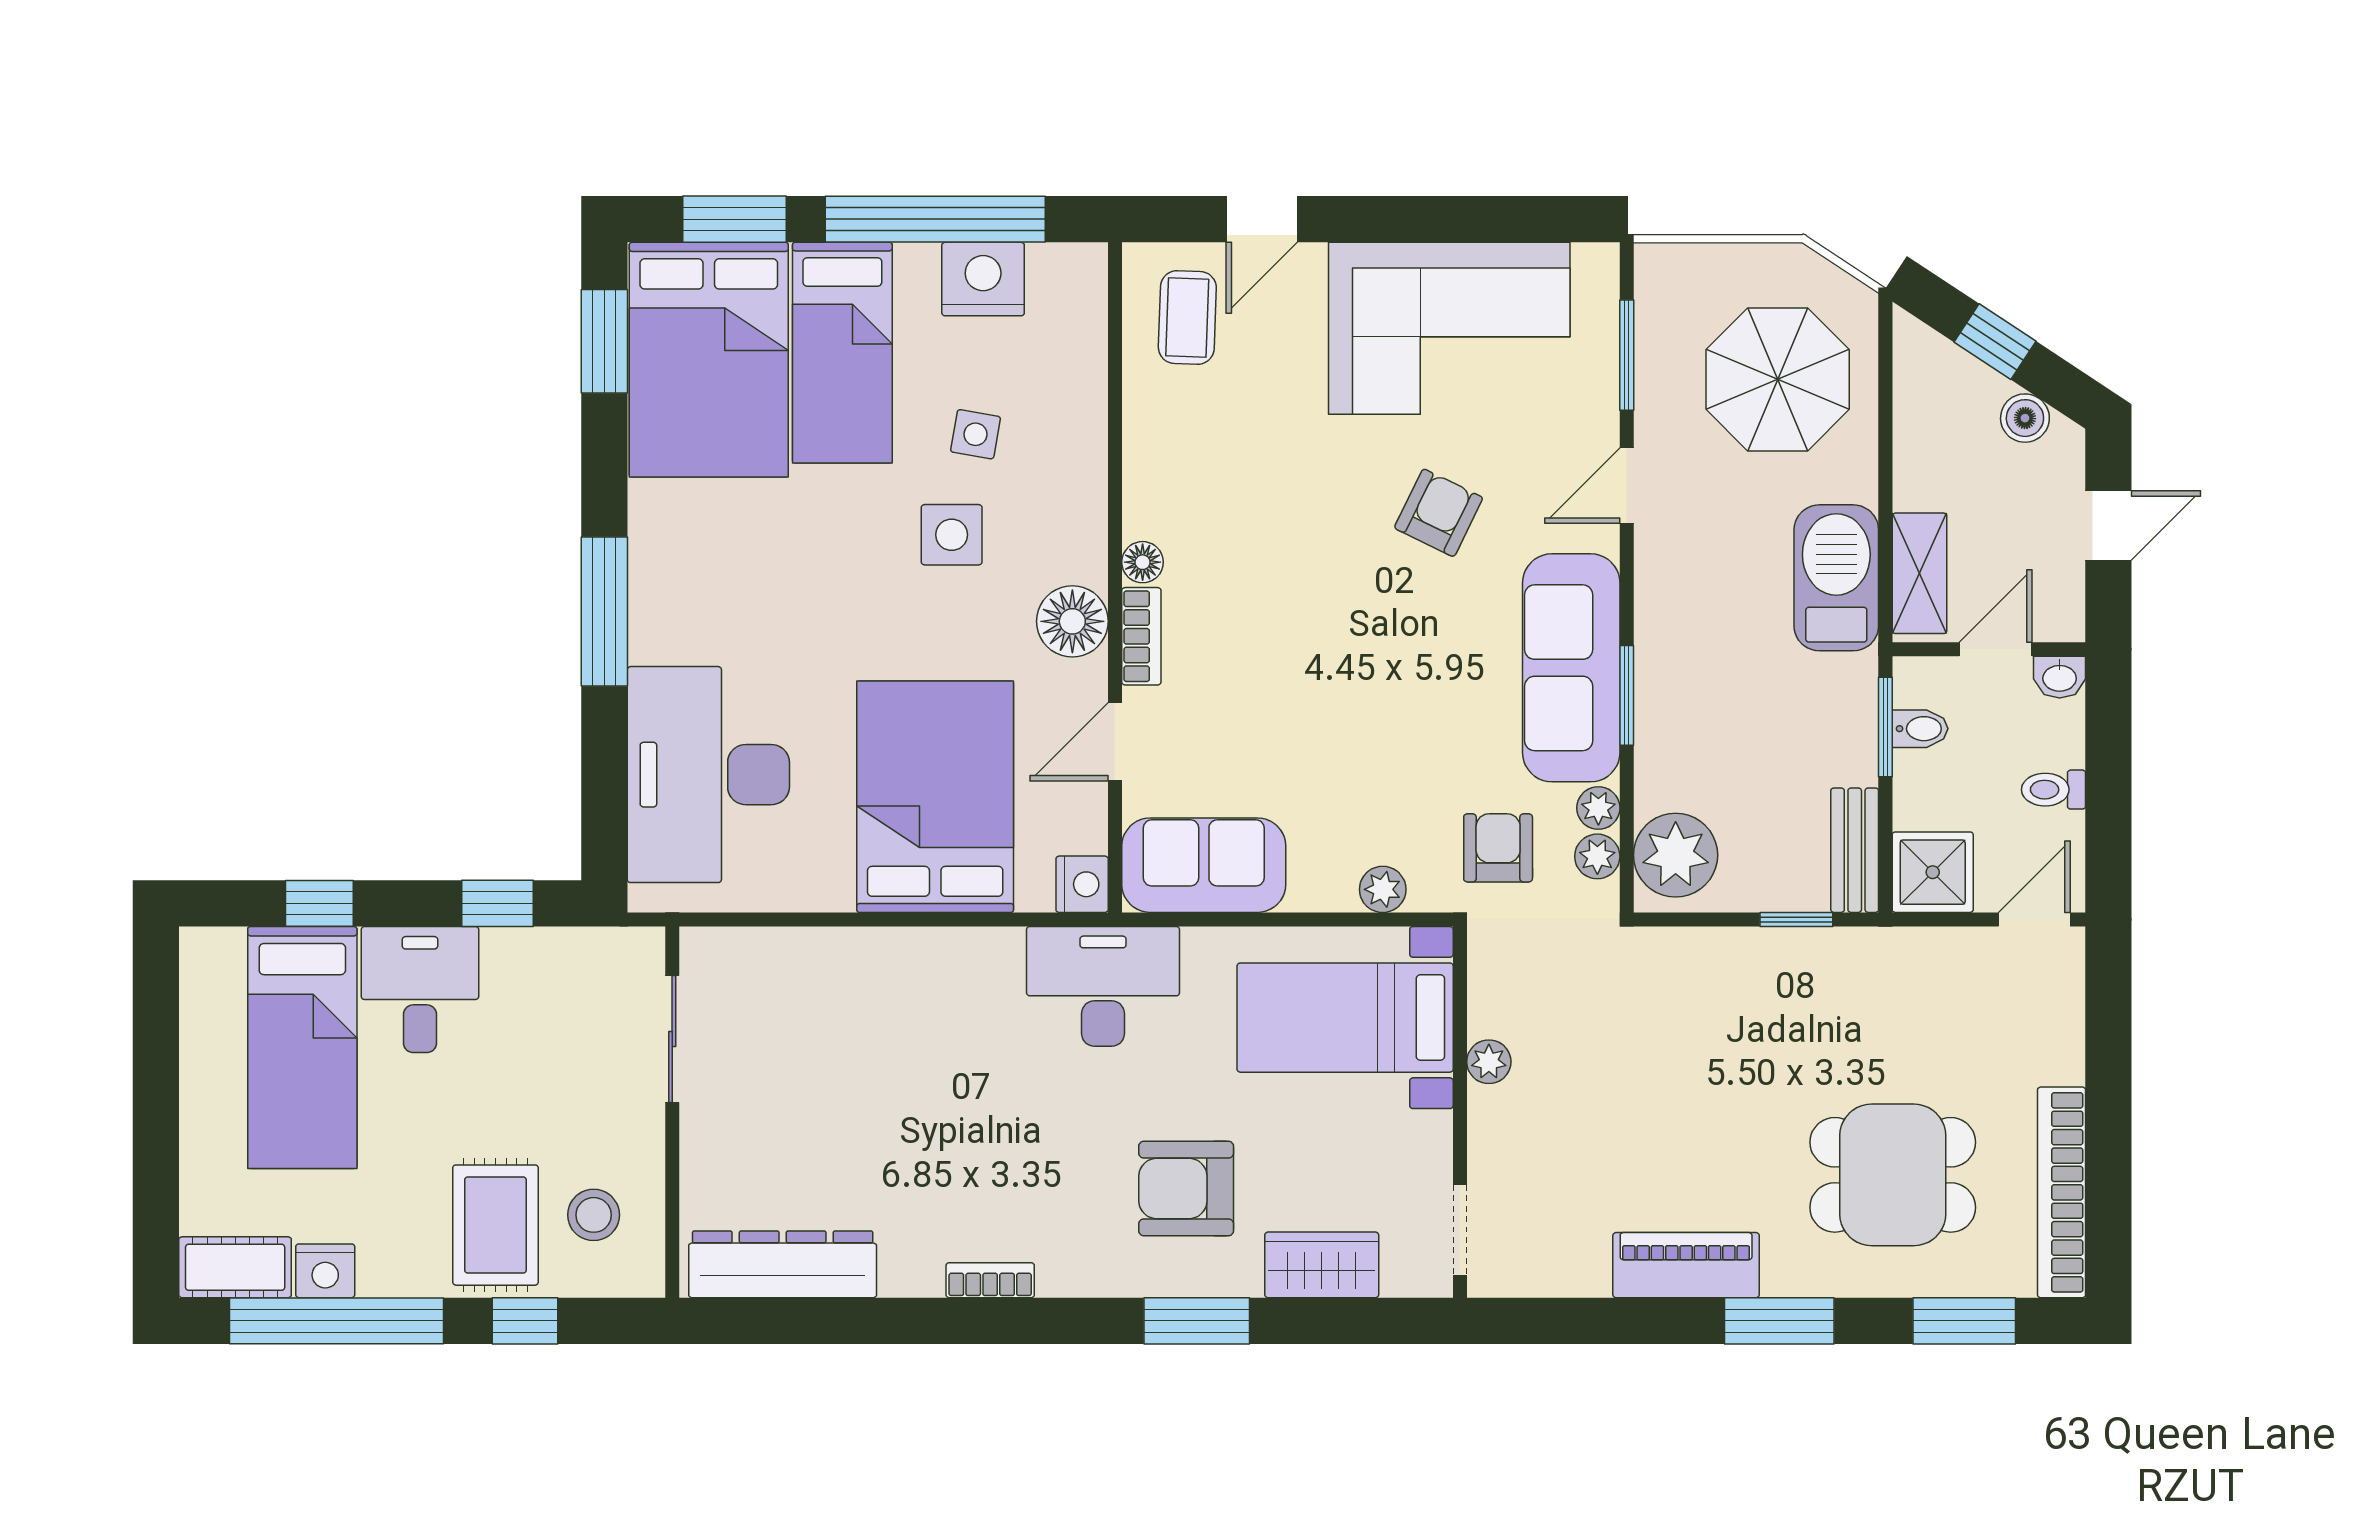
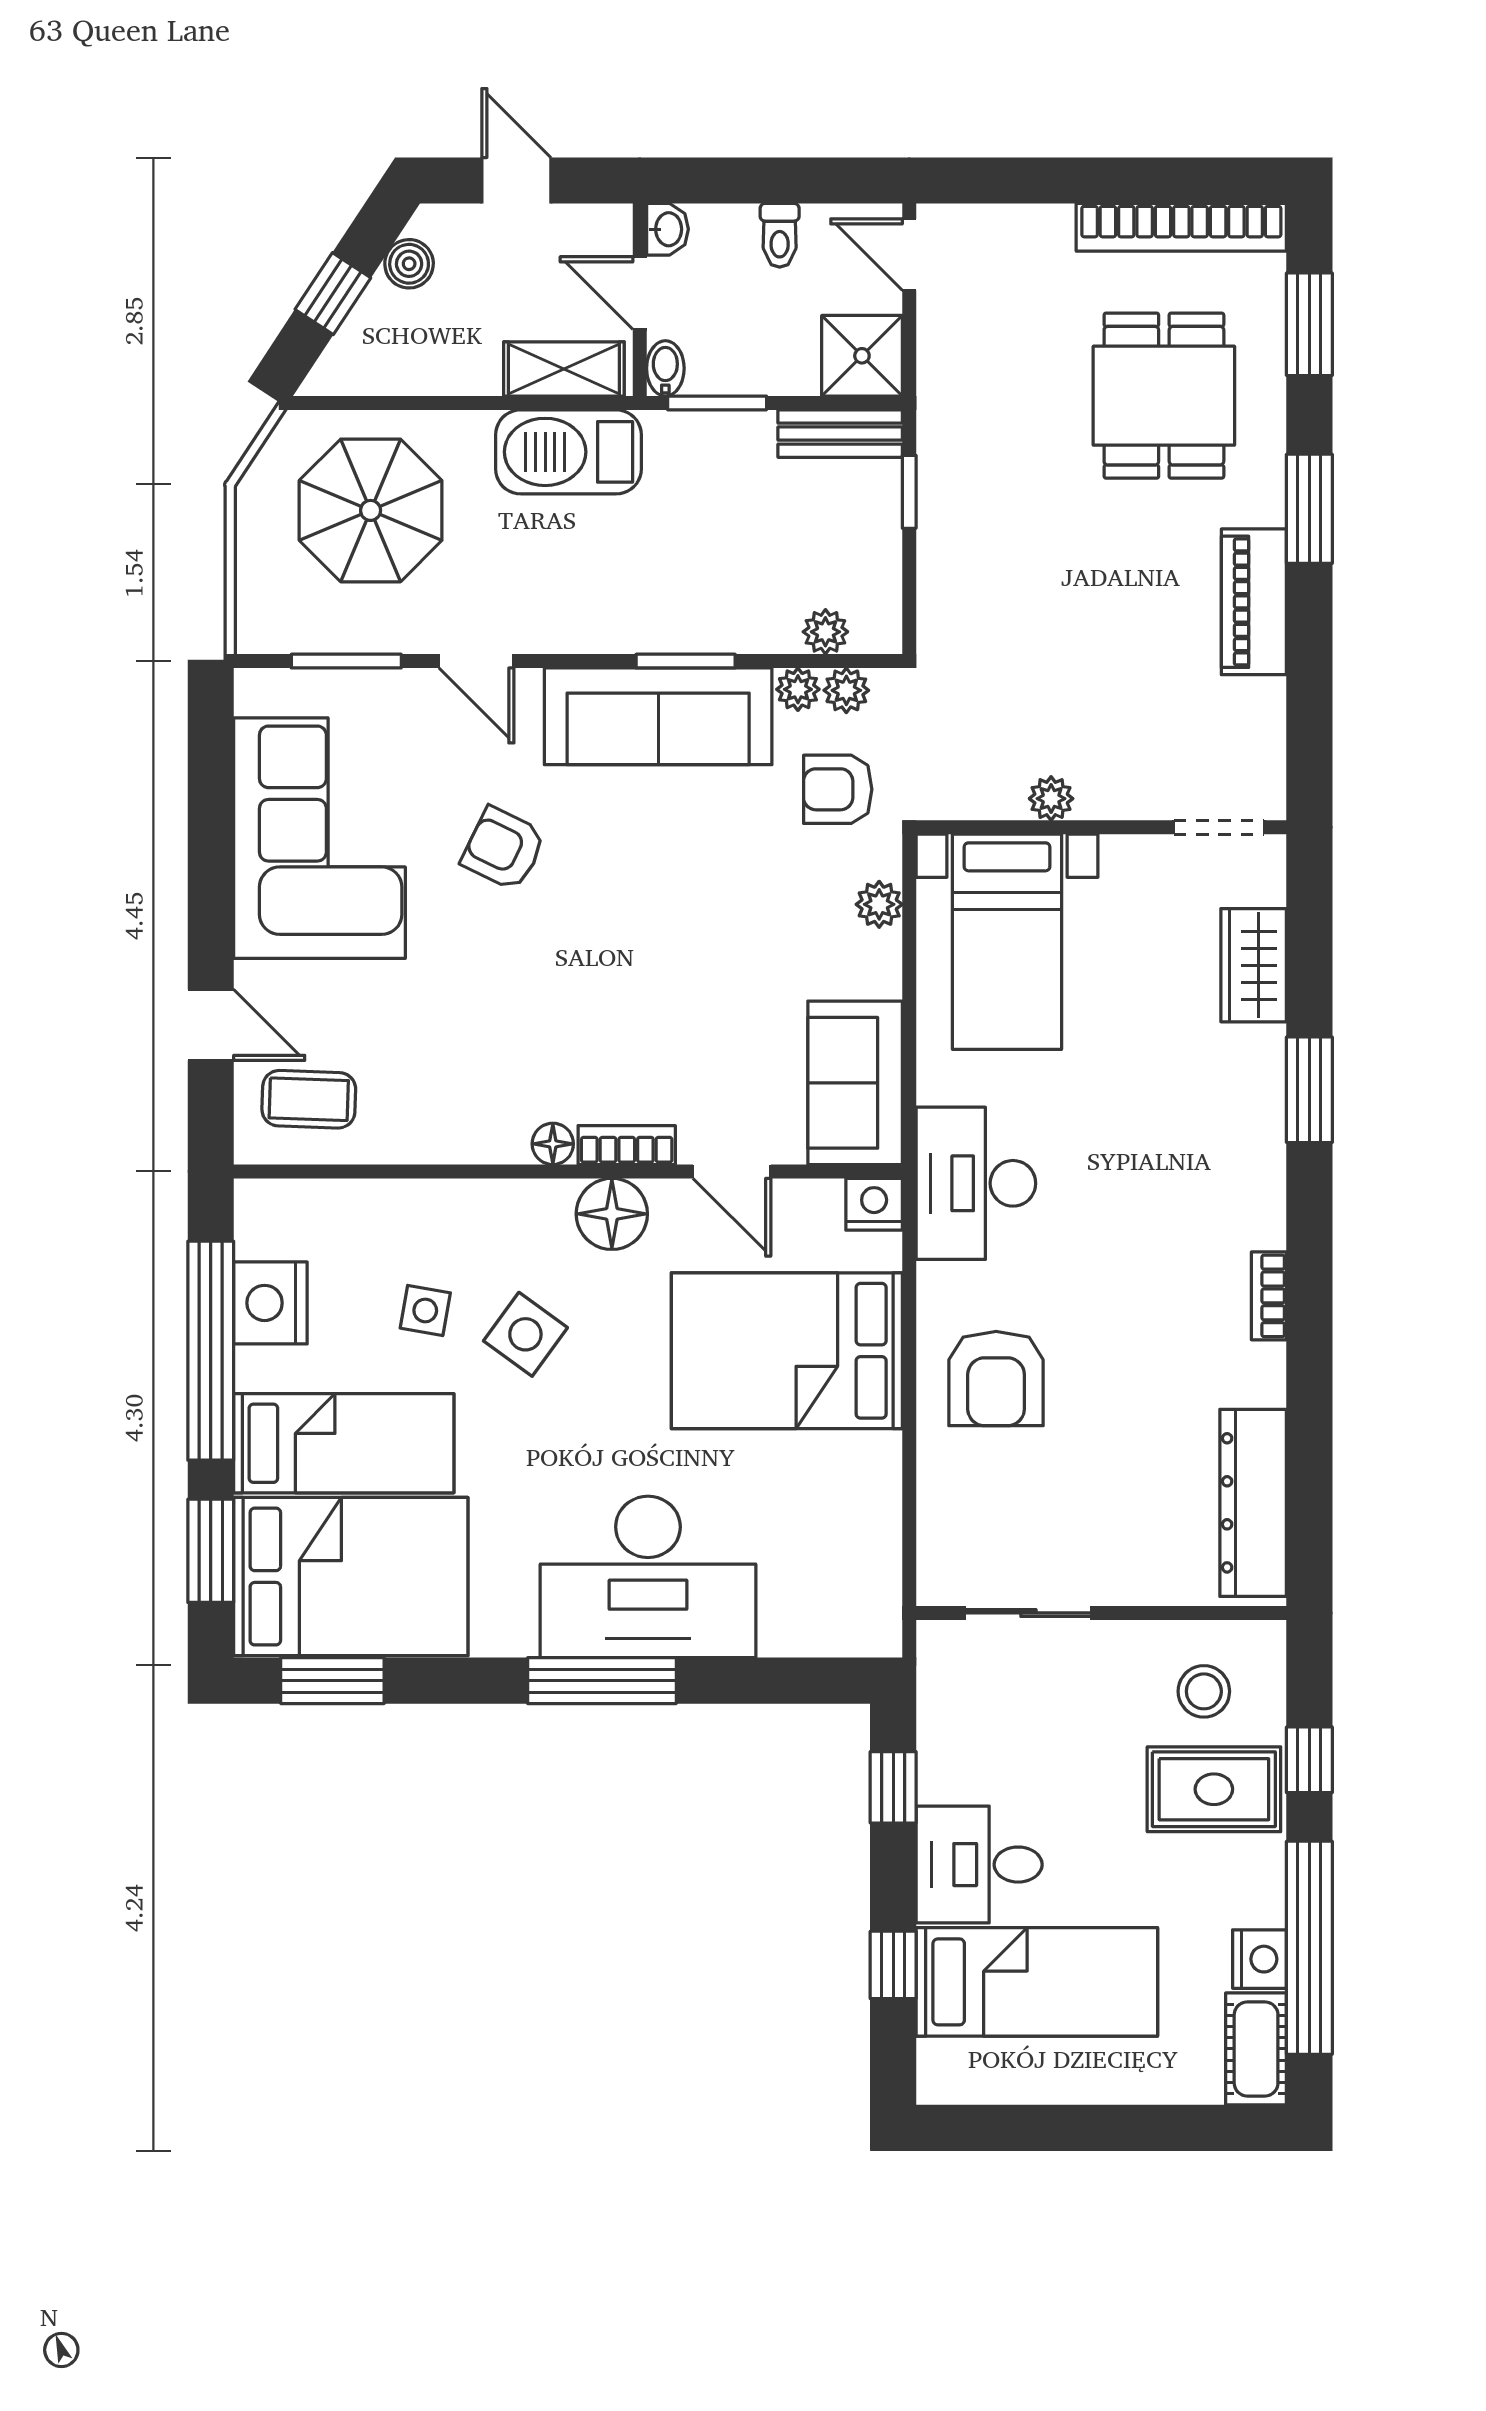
side table: (952, 535) -> (525, 1334), turned 36
bidet: (1920, 729) -> (665, 368), moved
desk: (708, 775) -> (648, 1577), moved
plant: (1676, 855) -> (825, 632), width x0.53, depth x0.53
armchair: (1186, 1188) -> (996, 1379), moved

